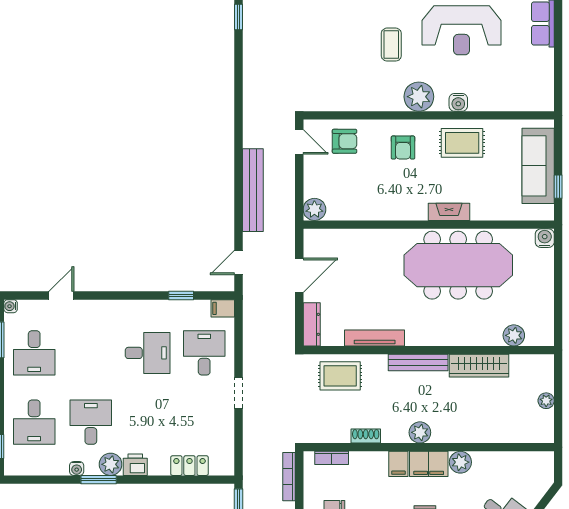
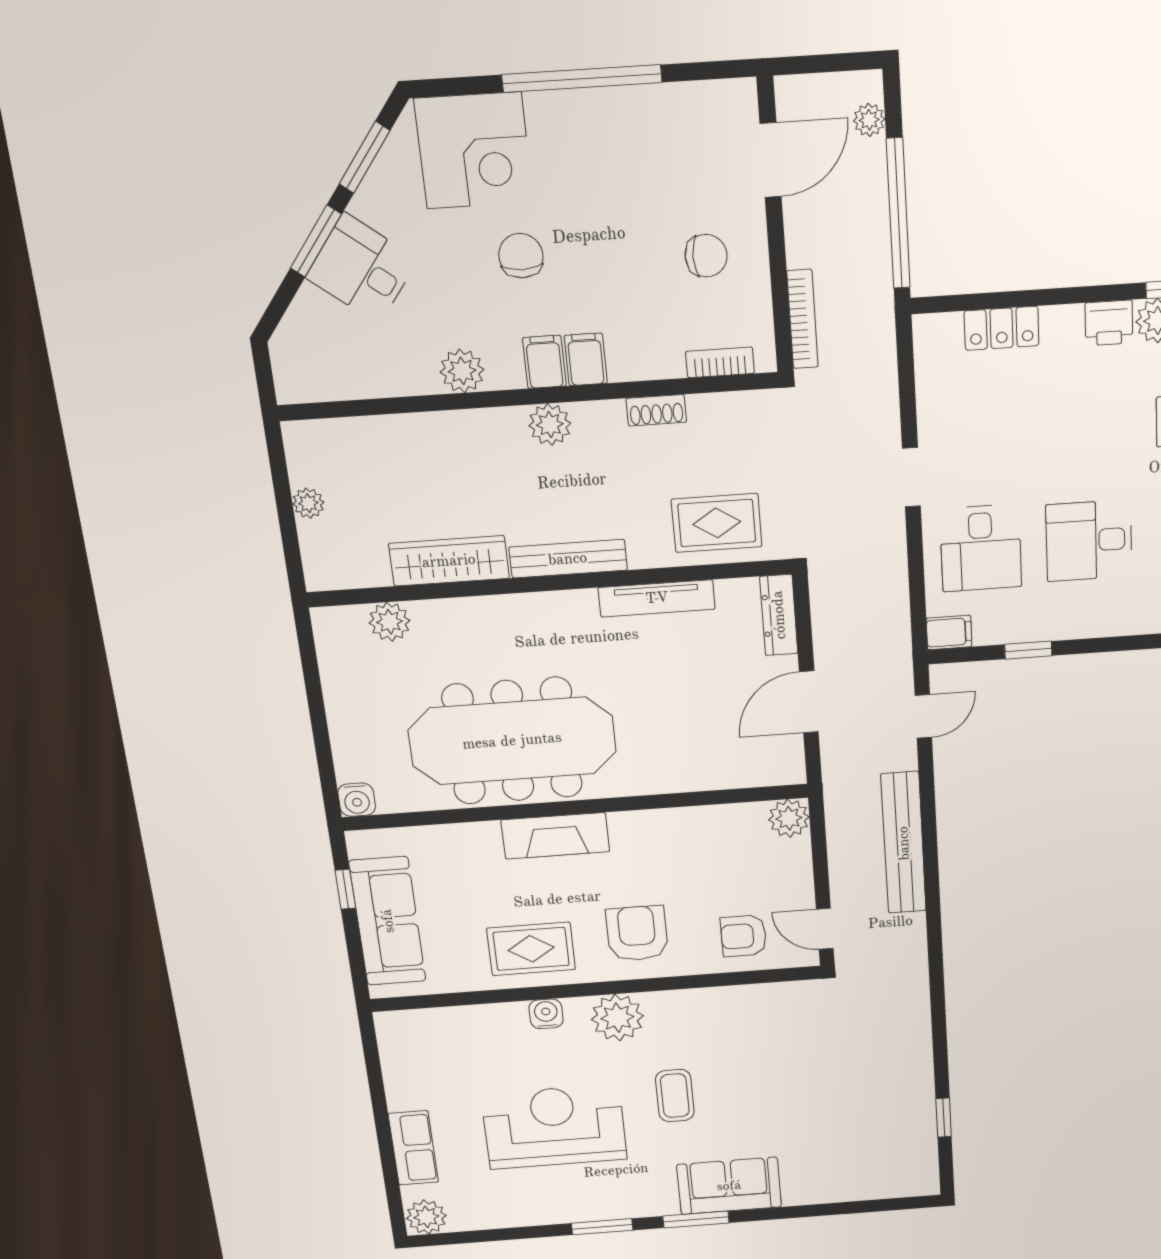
armchair: (403, 148) -> (637, 933), width x1.38, depth x1.38
fireplace: (449, 212) -> (555, 836), width x1.37, depth x1.32
filing cabinet: (429, 464) -> (544, 362), width x0.50

